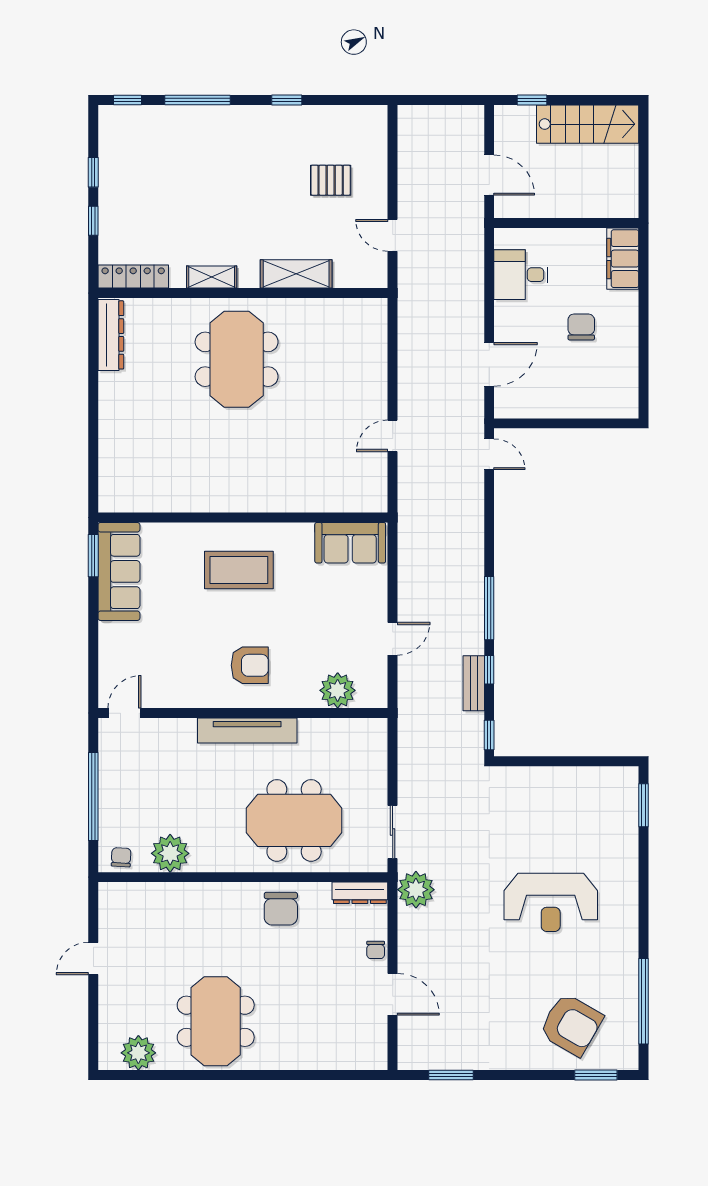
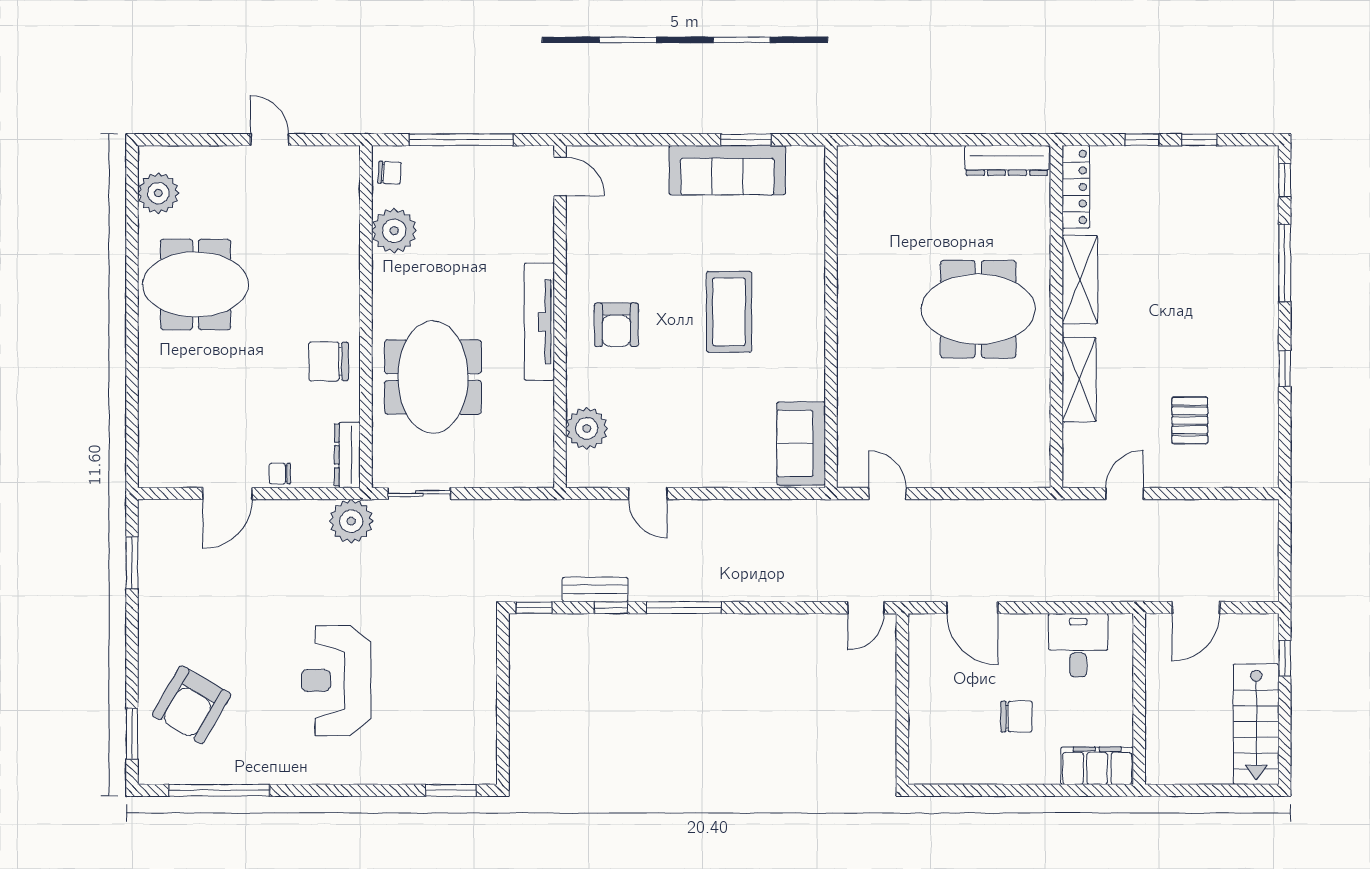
shelving: (212, 277) -> (1080, 280), width x1.50, depth x1.33
wall: (243, 518) -> (831, 317), moved
sofa: (350, 543) -> (801, 443), moved

